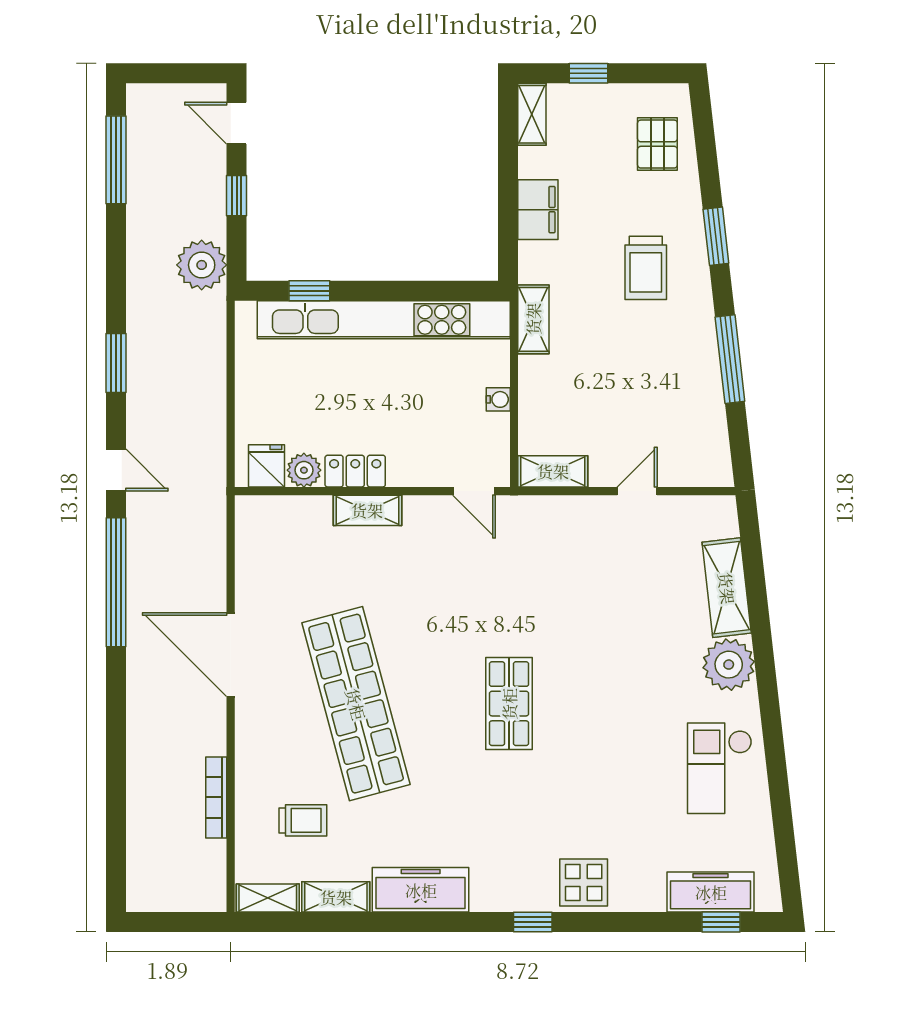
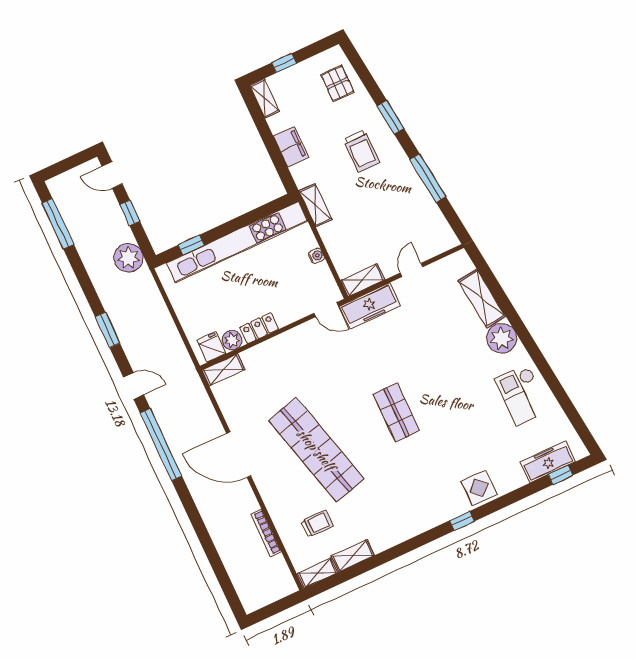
shelving: (367, 510) -> (223, 370), moved
freezer: (421, 890) -> (370, 306), moved, turned 180

